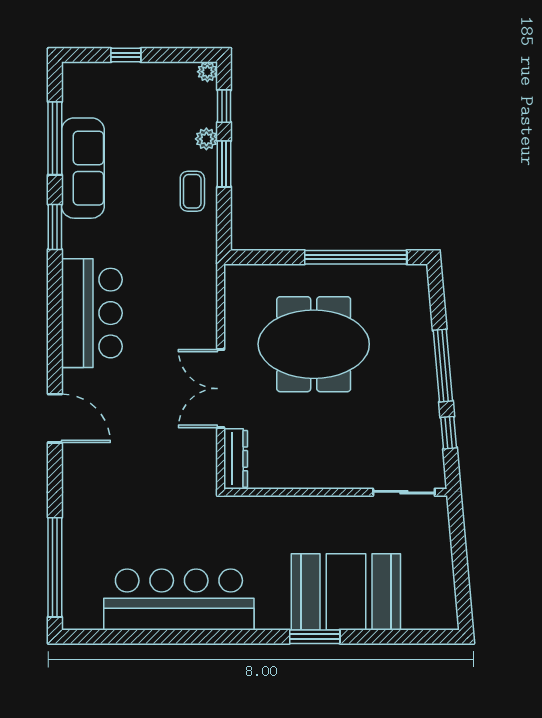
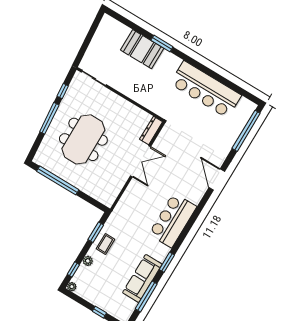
window: (224, 164) -> (96, 232), moved
meeting table: (314, 344) -> (83, 139), moved, turned 90
door: (55, 418) -> (217, 180), moved
booth: (346, 592) -> (142, 49), width x0.73, depth x0.70

